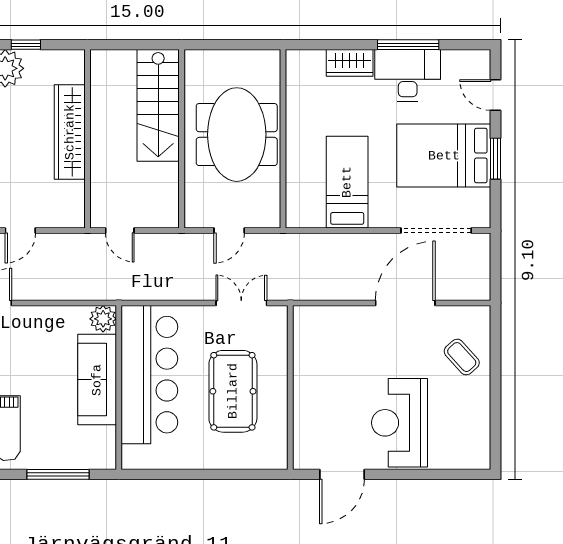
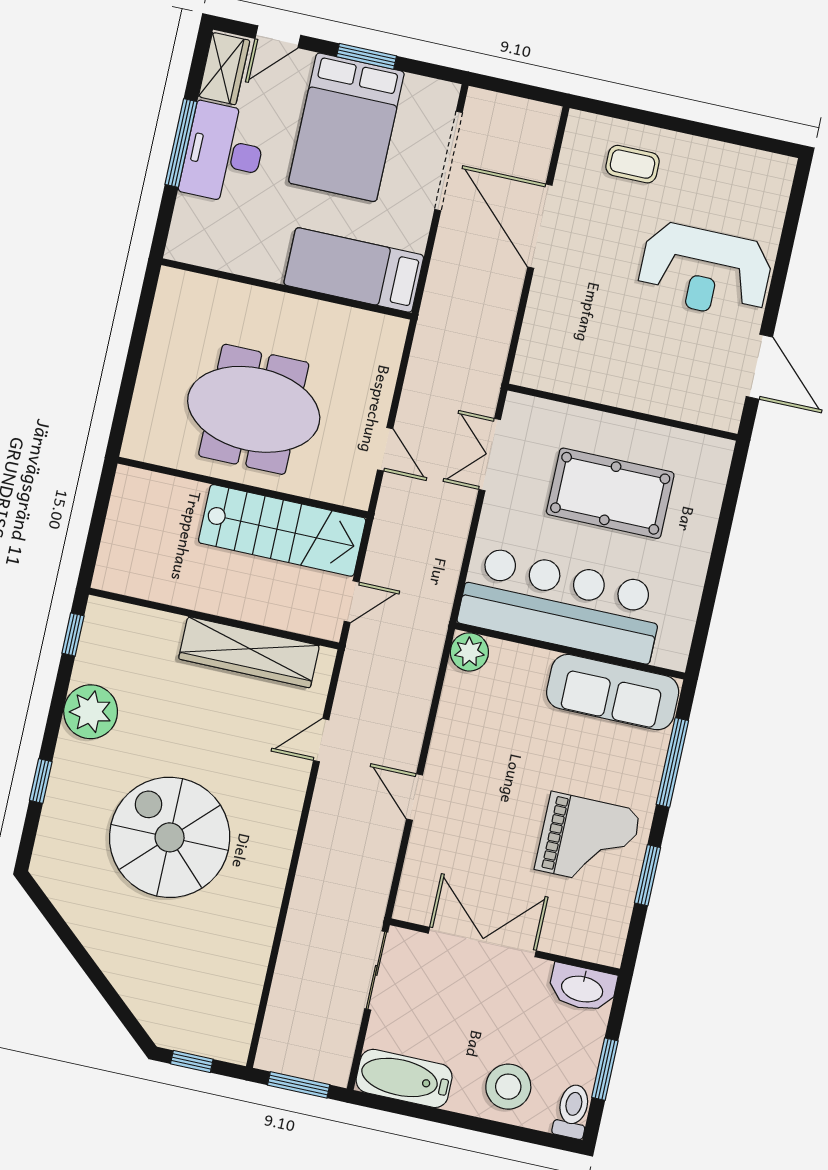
window: (26, 45) -> (73, 635), moved
wardrobe: (350, 63) -> (224, 69), moved
stairs: (158, 105) -> (282, 530), moved
wardrobe: (70, 132) -> (249, 652), moved
wall: (283, 139) -> (286, 289), moved
door: (20, 231) -> (321, 740), swing flipped
coffee table: (462, 357) -> (633, 164), turned 42
sofa: (97, 380) -> (613, 692), moved

